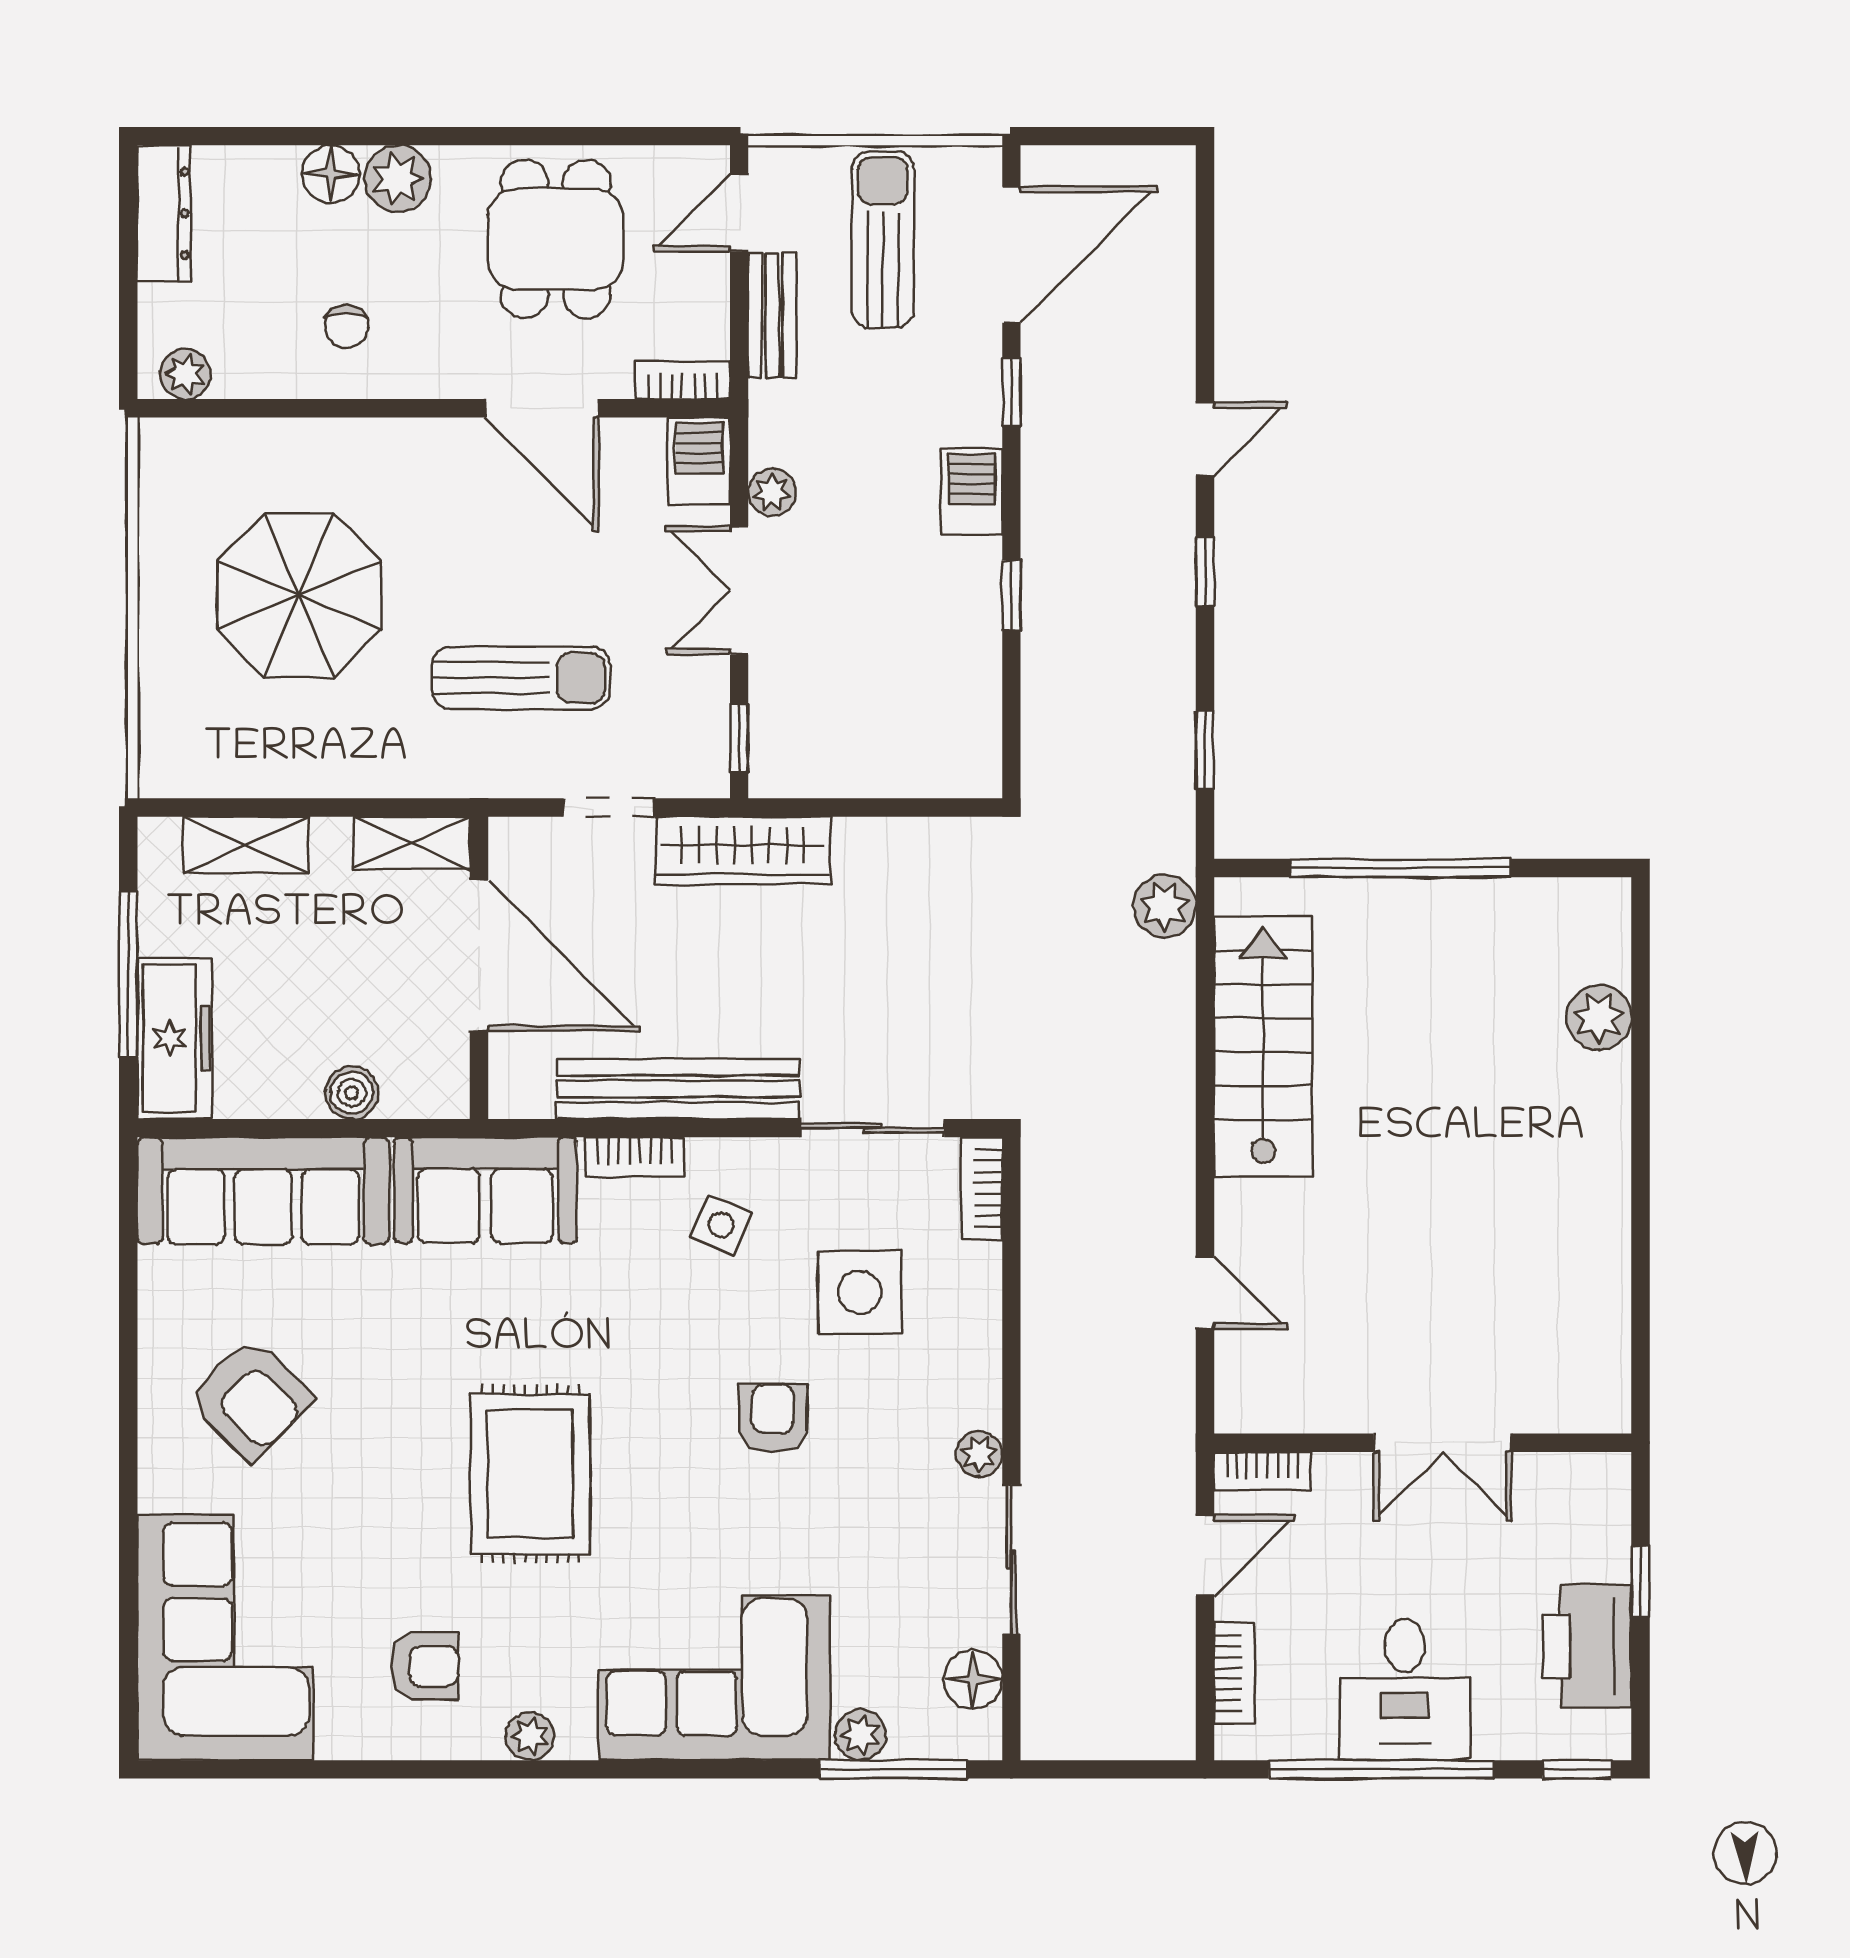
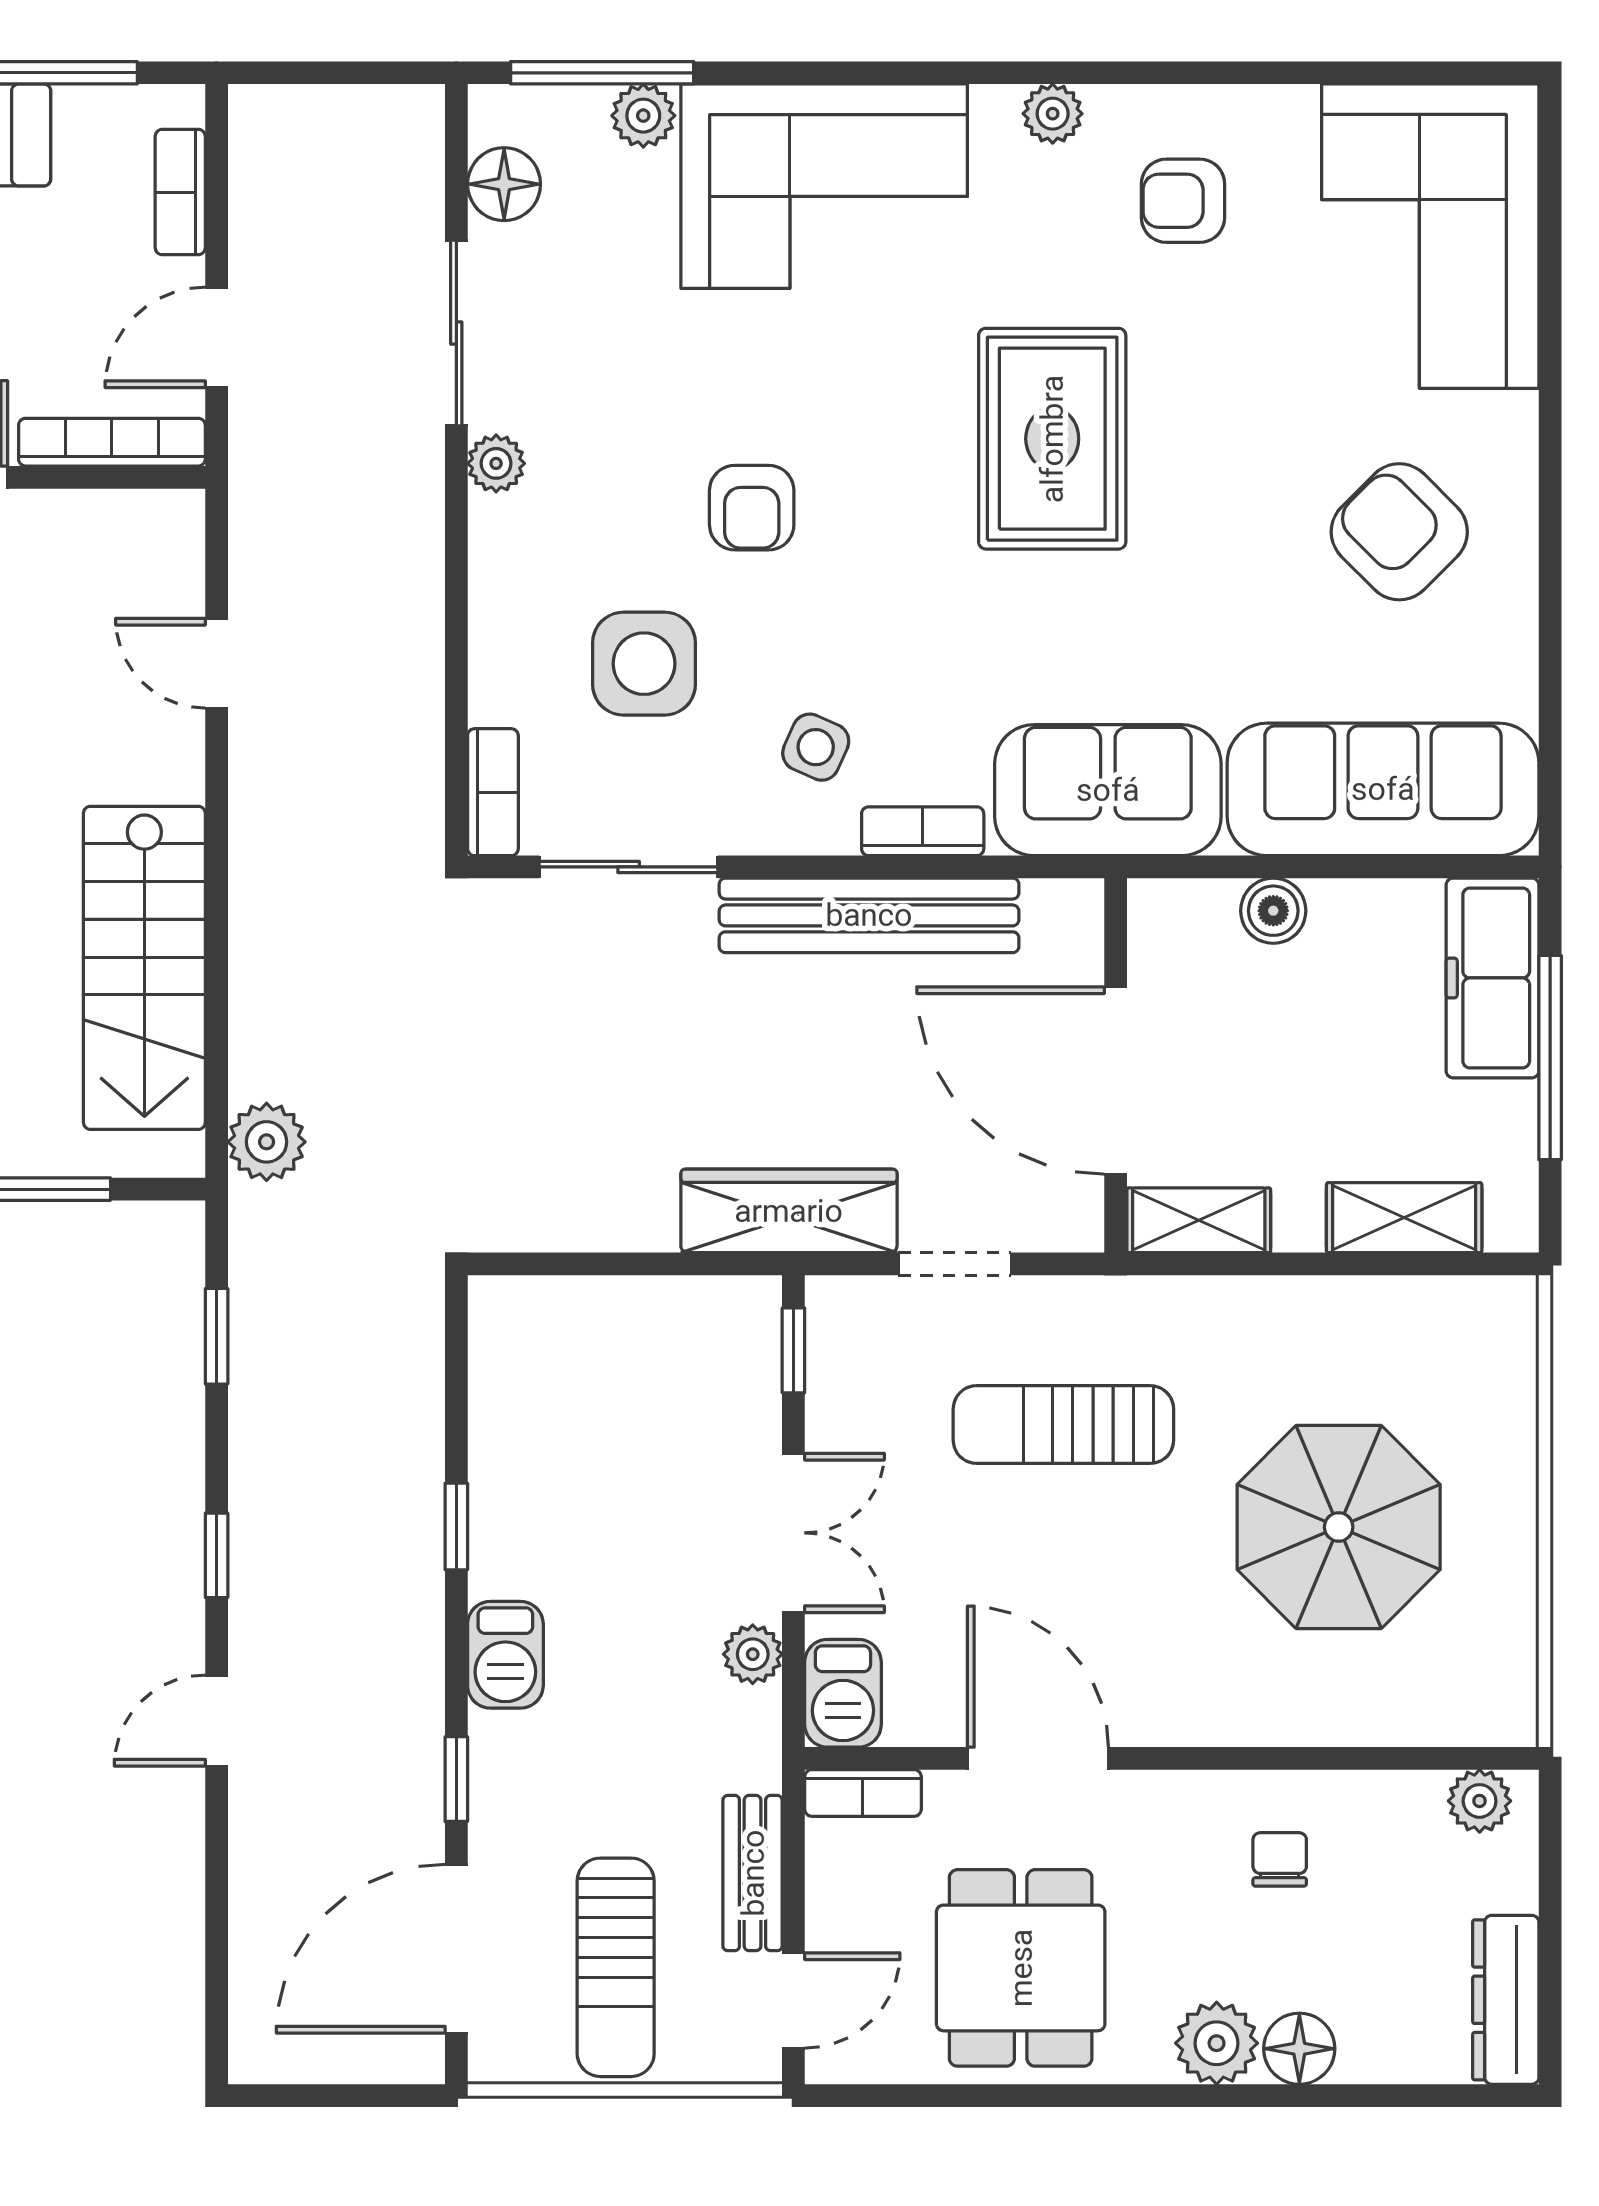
bookcase: (1262, 1471) -> (112, 442), width x1.56

